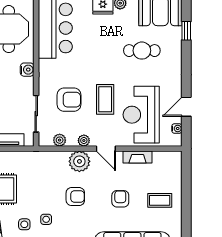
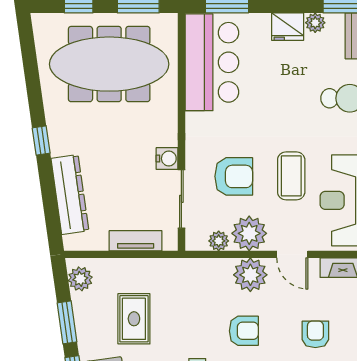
water cooler: (27, 70) -> (167, 159), moved
plant: (84, 141) -> (249, 233), width x1.87, depth x1.87

